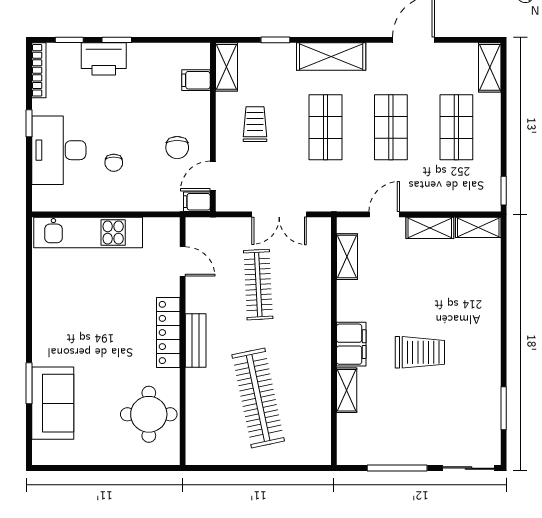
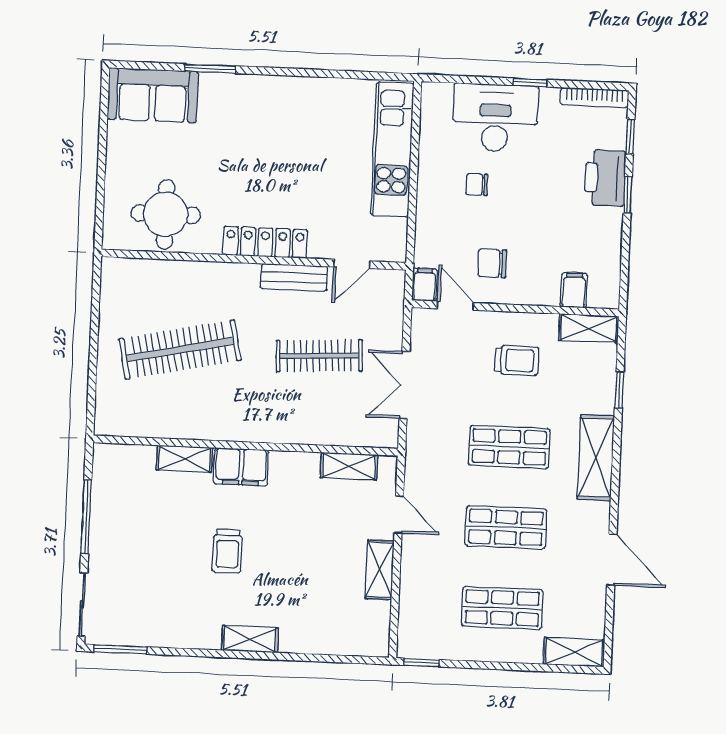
shelving: (478, 227) -> (250, 639), moved, turned 90
bench: (196, 340) -> (294, 277), moved
trolley: (420, 352) -> (227, 551), width x0.73, depth x0.72
sofa: (53, 403) -> (153, 95), moved
window: (504, 408) -> (120, 649), moved

